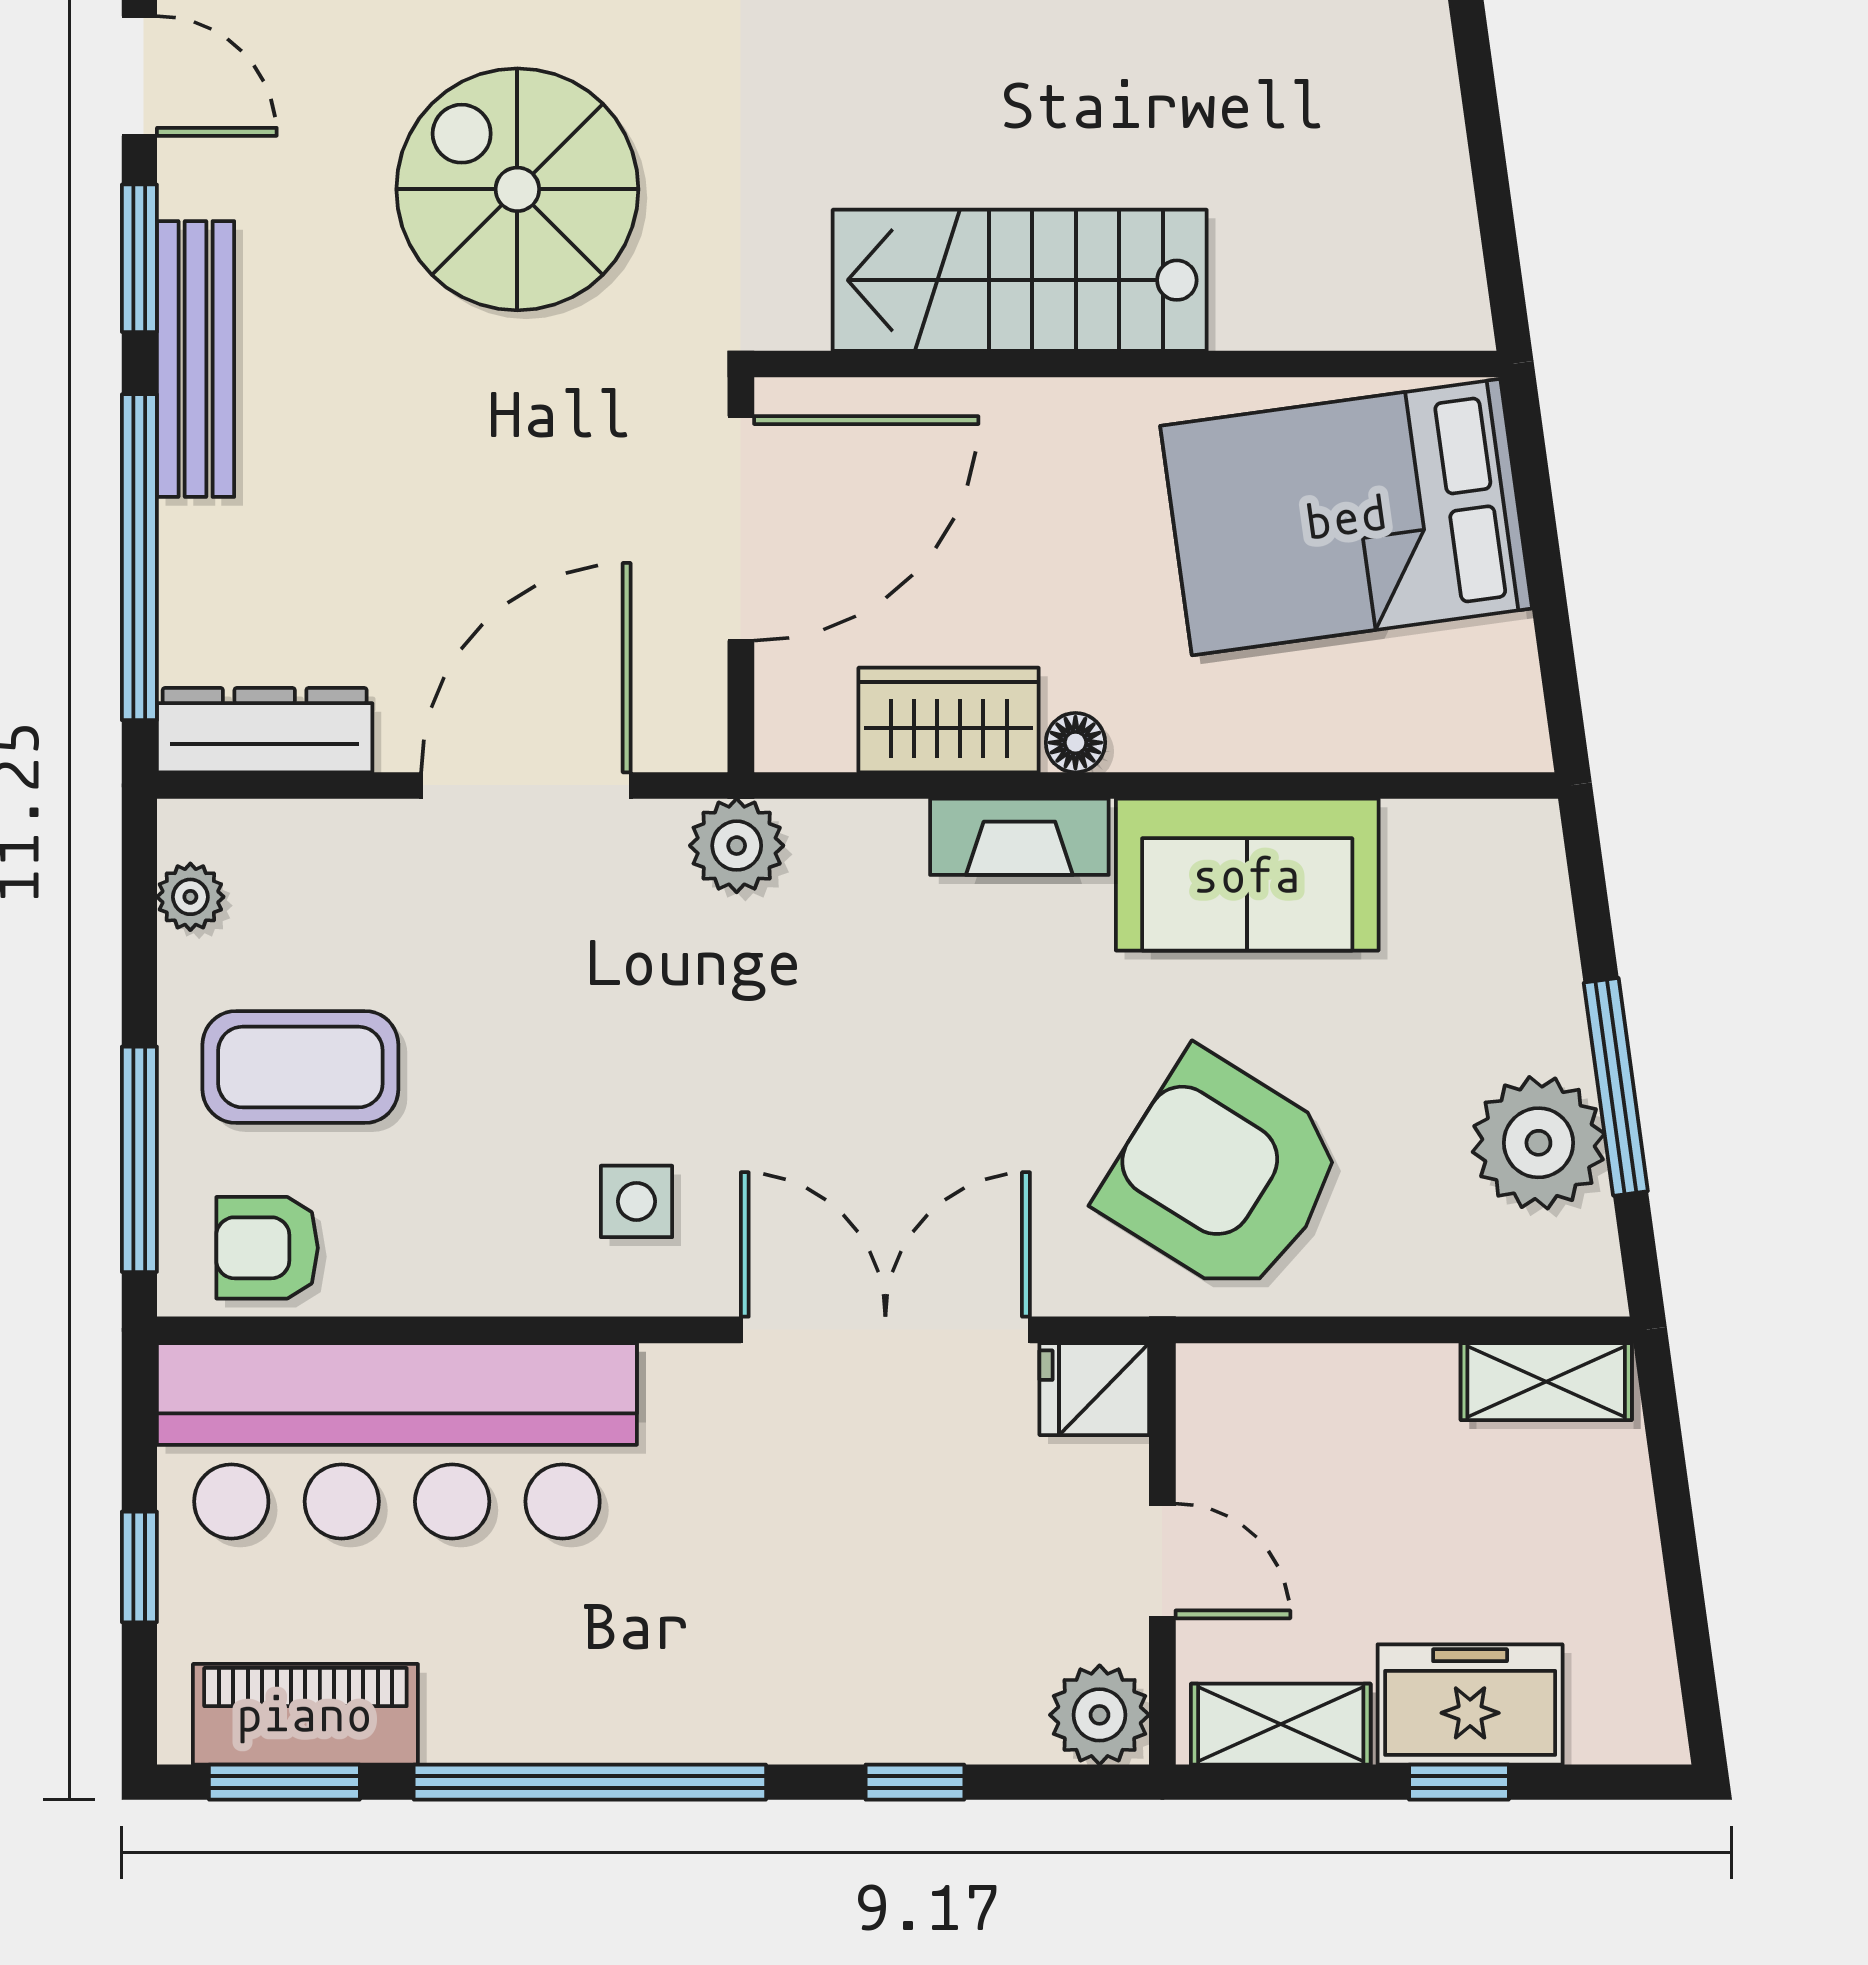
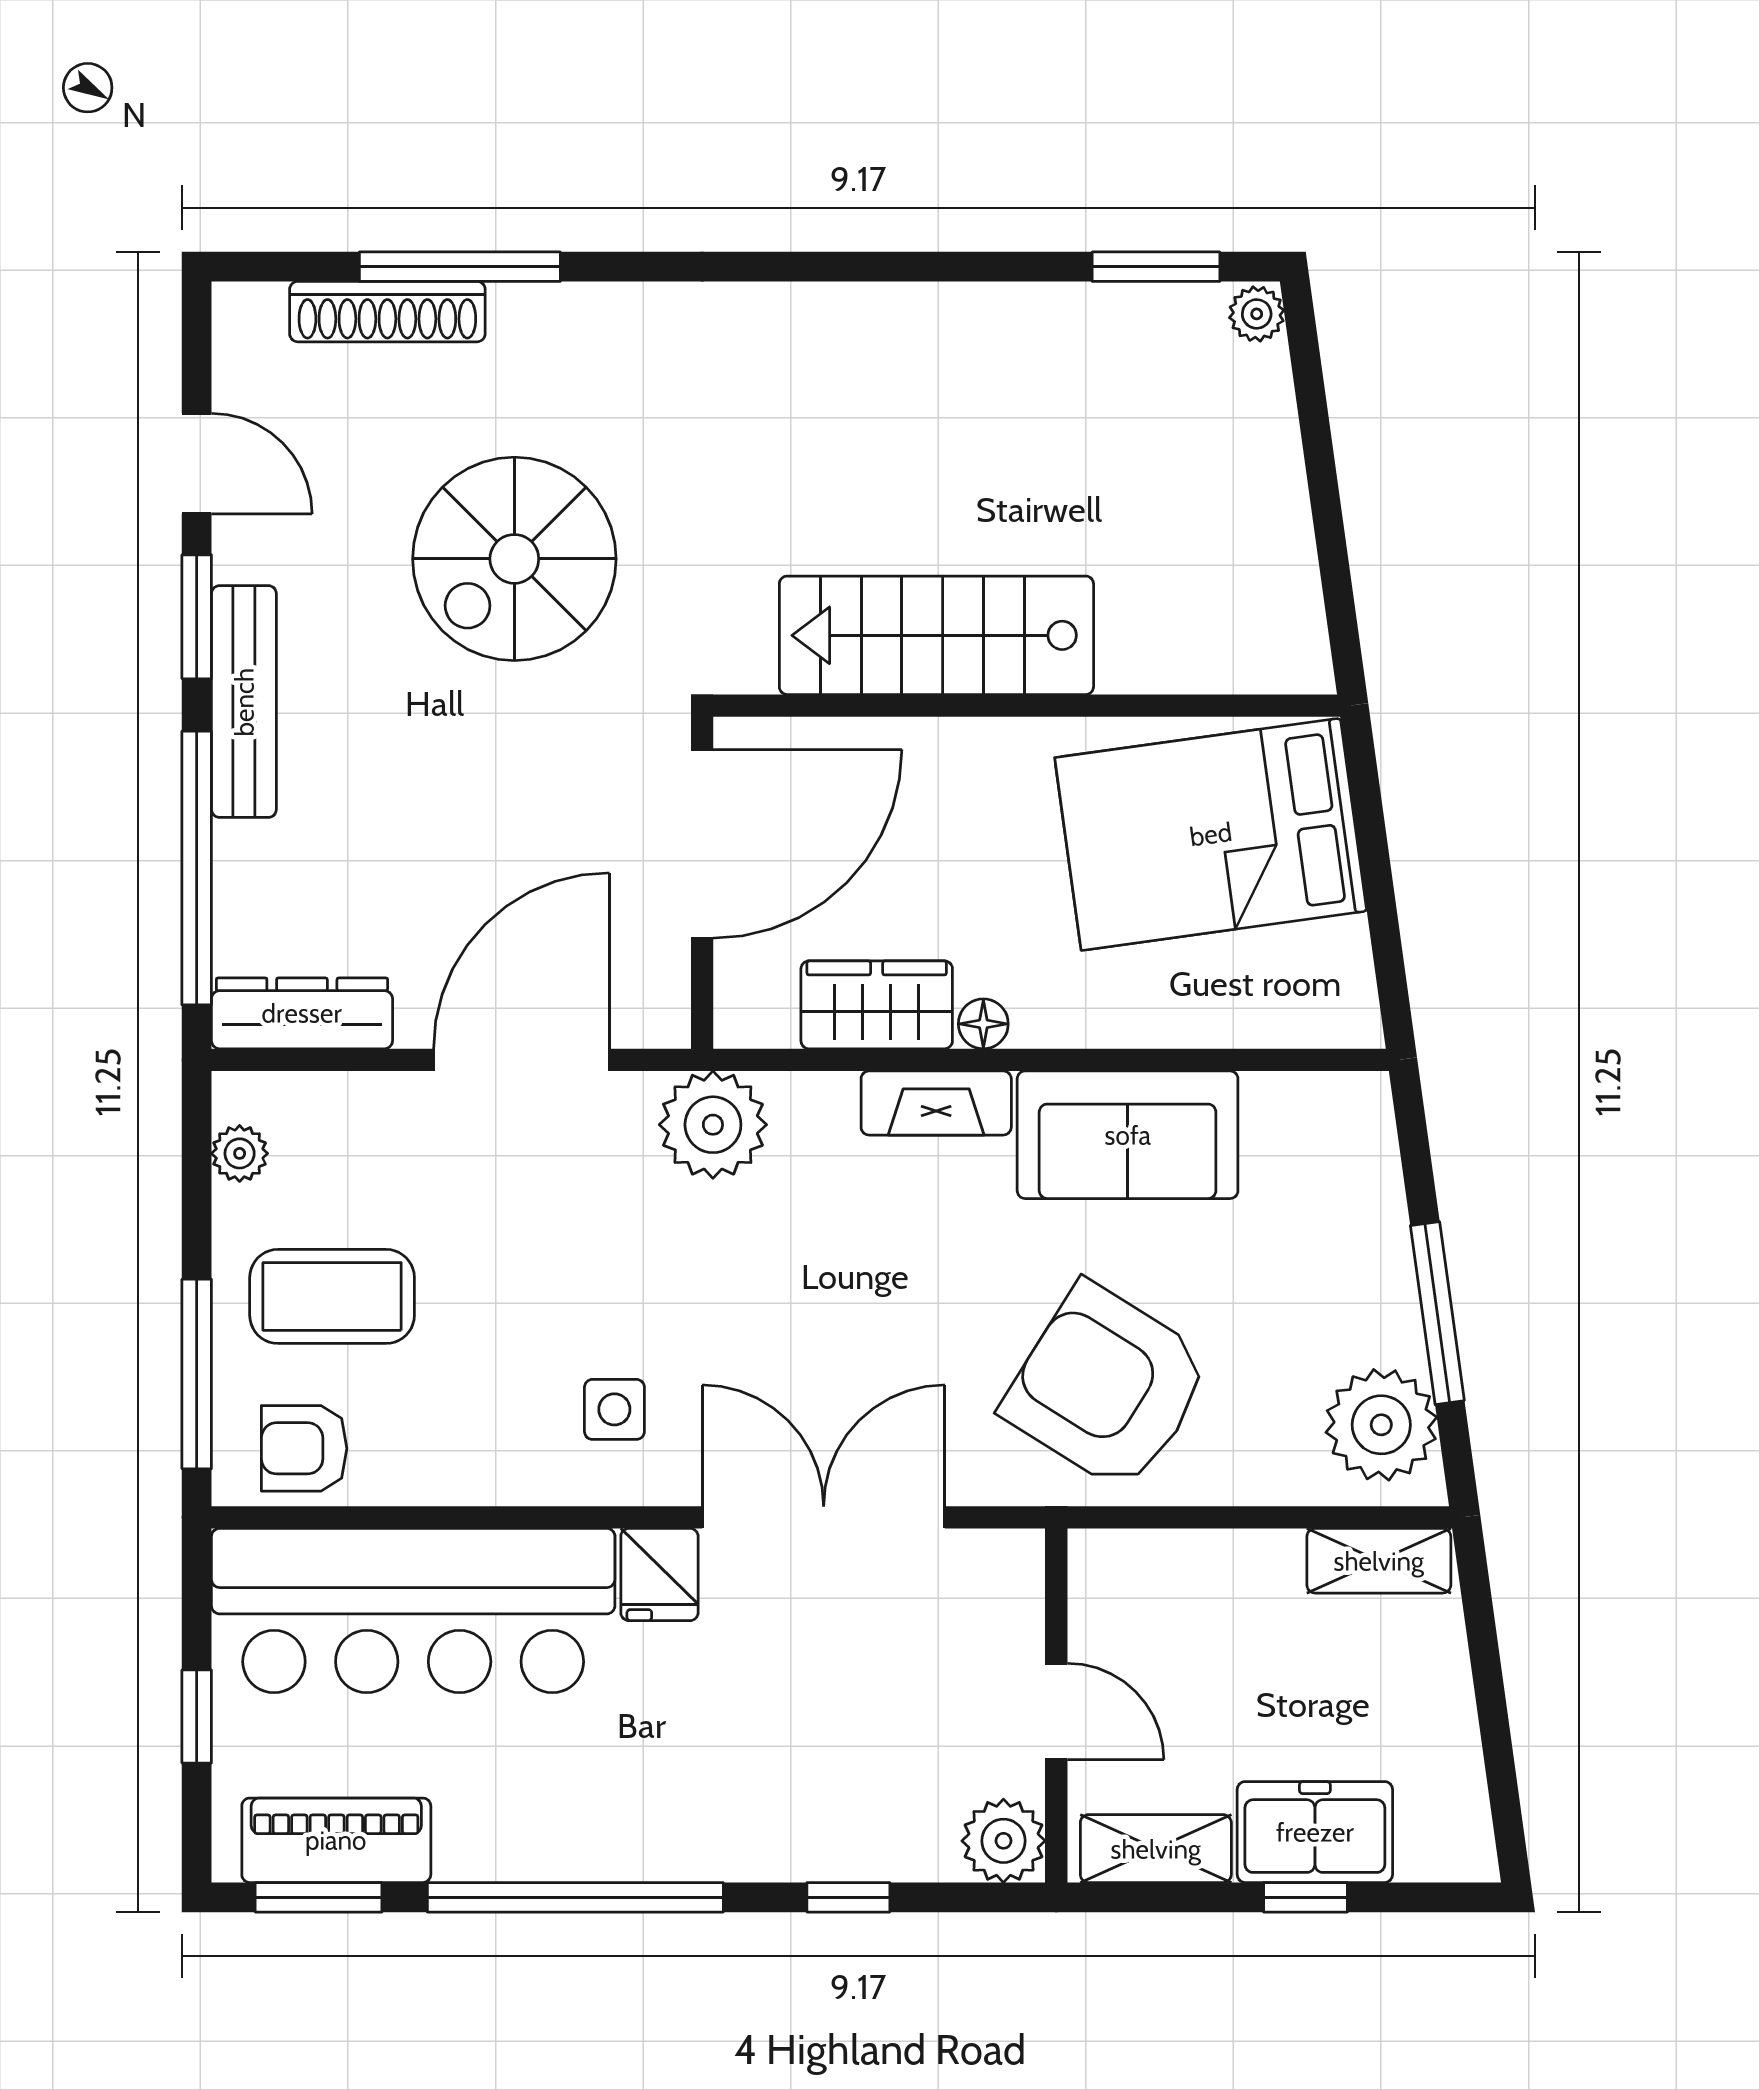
spiral stairs: (517, 189) -> (514, 559), turned -90
plant: (737, 846) -> (713, 1125), width x1.36, depth x1.36
plant: (1538, 1143) -> (1381, 1425), moved
fridge: (1094, 1389) -> (659, 1574), moved, turned -90

